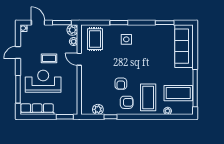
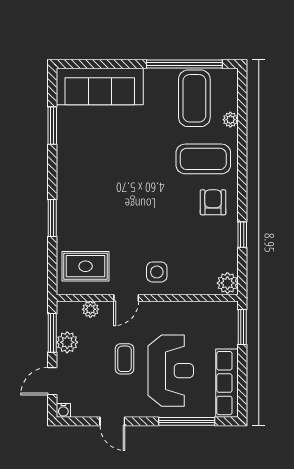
plant: (72, 30) -> (67, 342), moved
side table: (126, 39) -> (157, 272), moved
reception desk: (43, 81) -> (171, 371), turned 180
armchair: (121, 84) -> (175, 214), removed
plant: (98, 109) -> (227, 283), moved

